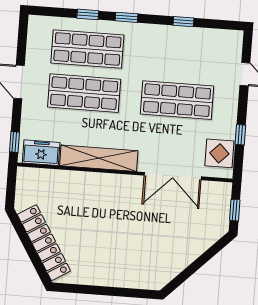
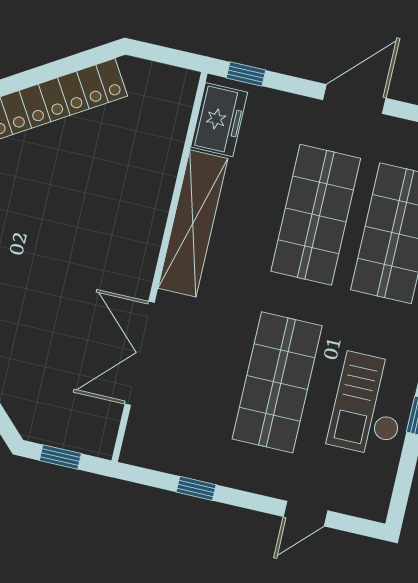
checkout: (181, 49) -> (369, 405), added
display table: (219, 153) -> (168, 445), removed

